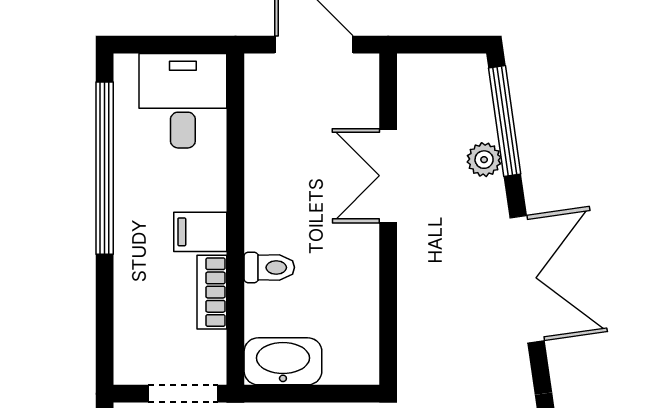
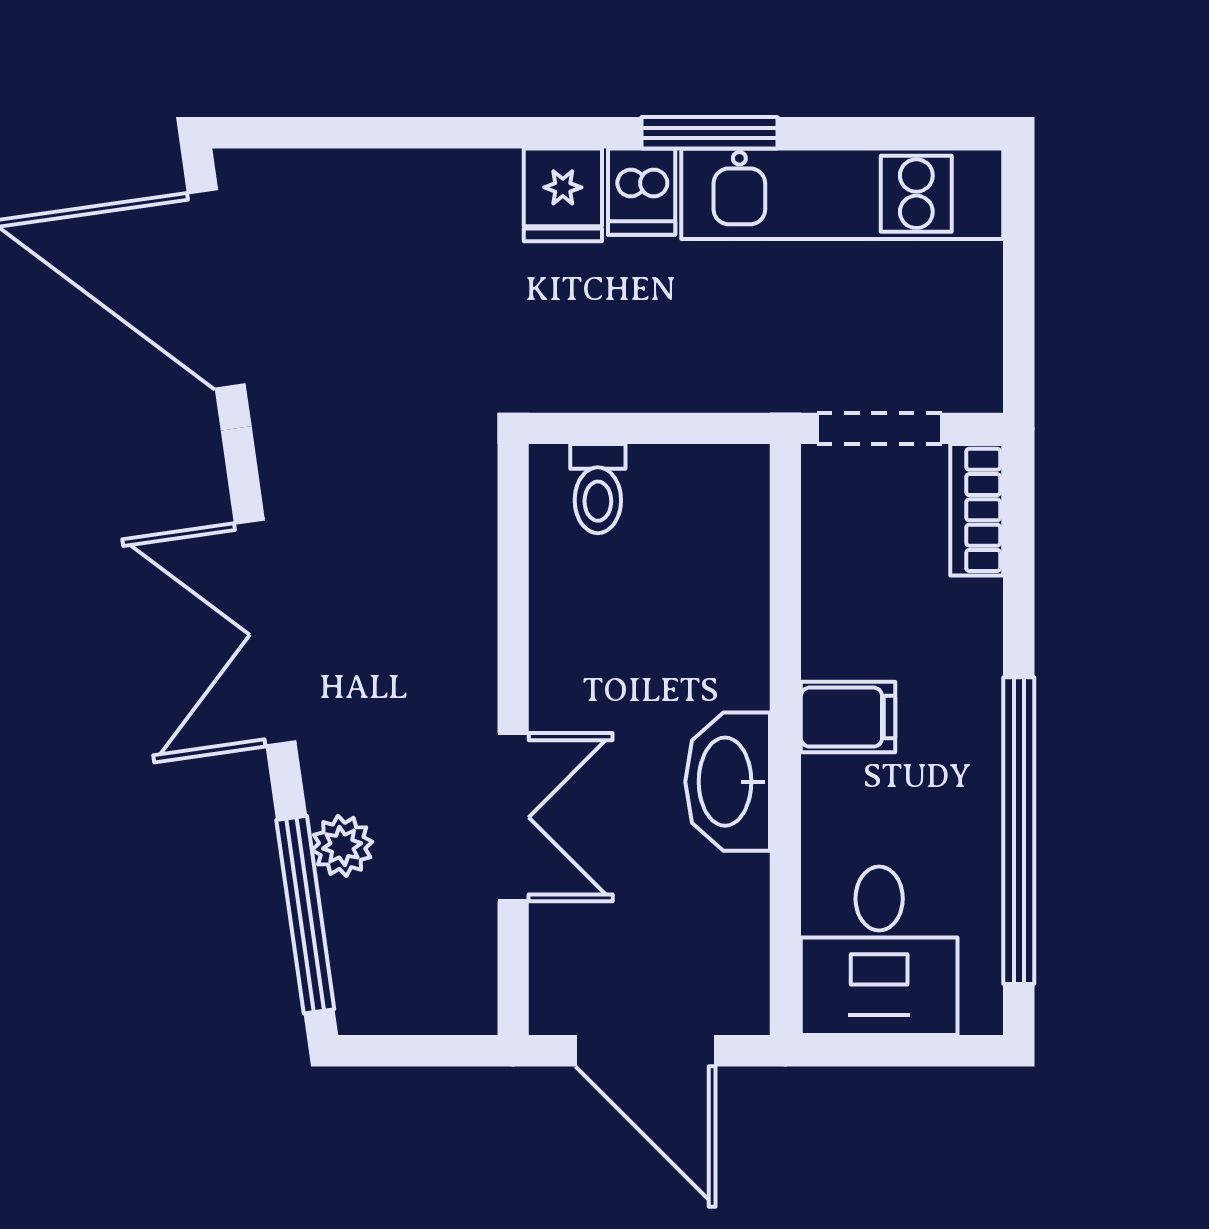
toilet: (269, 267) -> (598, 489), moved, turned -90
bookcase: (212, 292) -> (977, 510), moved, turned 180
washbasin: (283, 361) -> (728, 782), moved, turned 90

